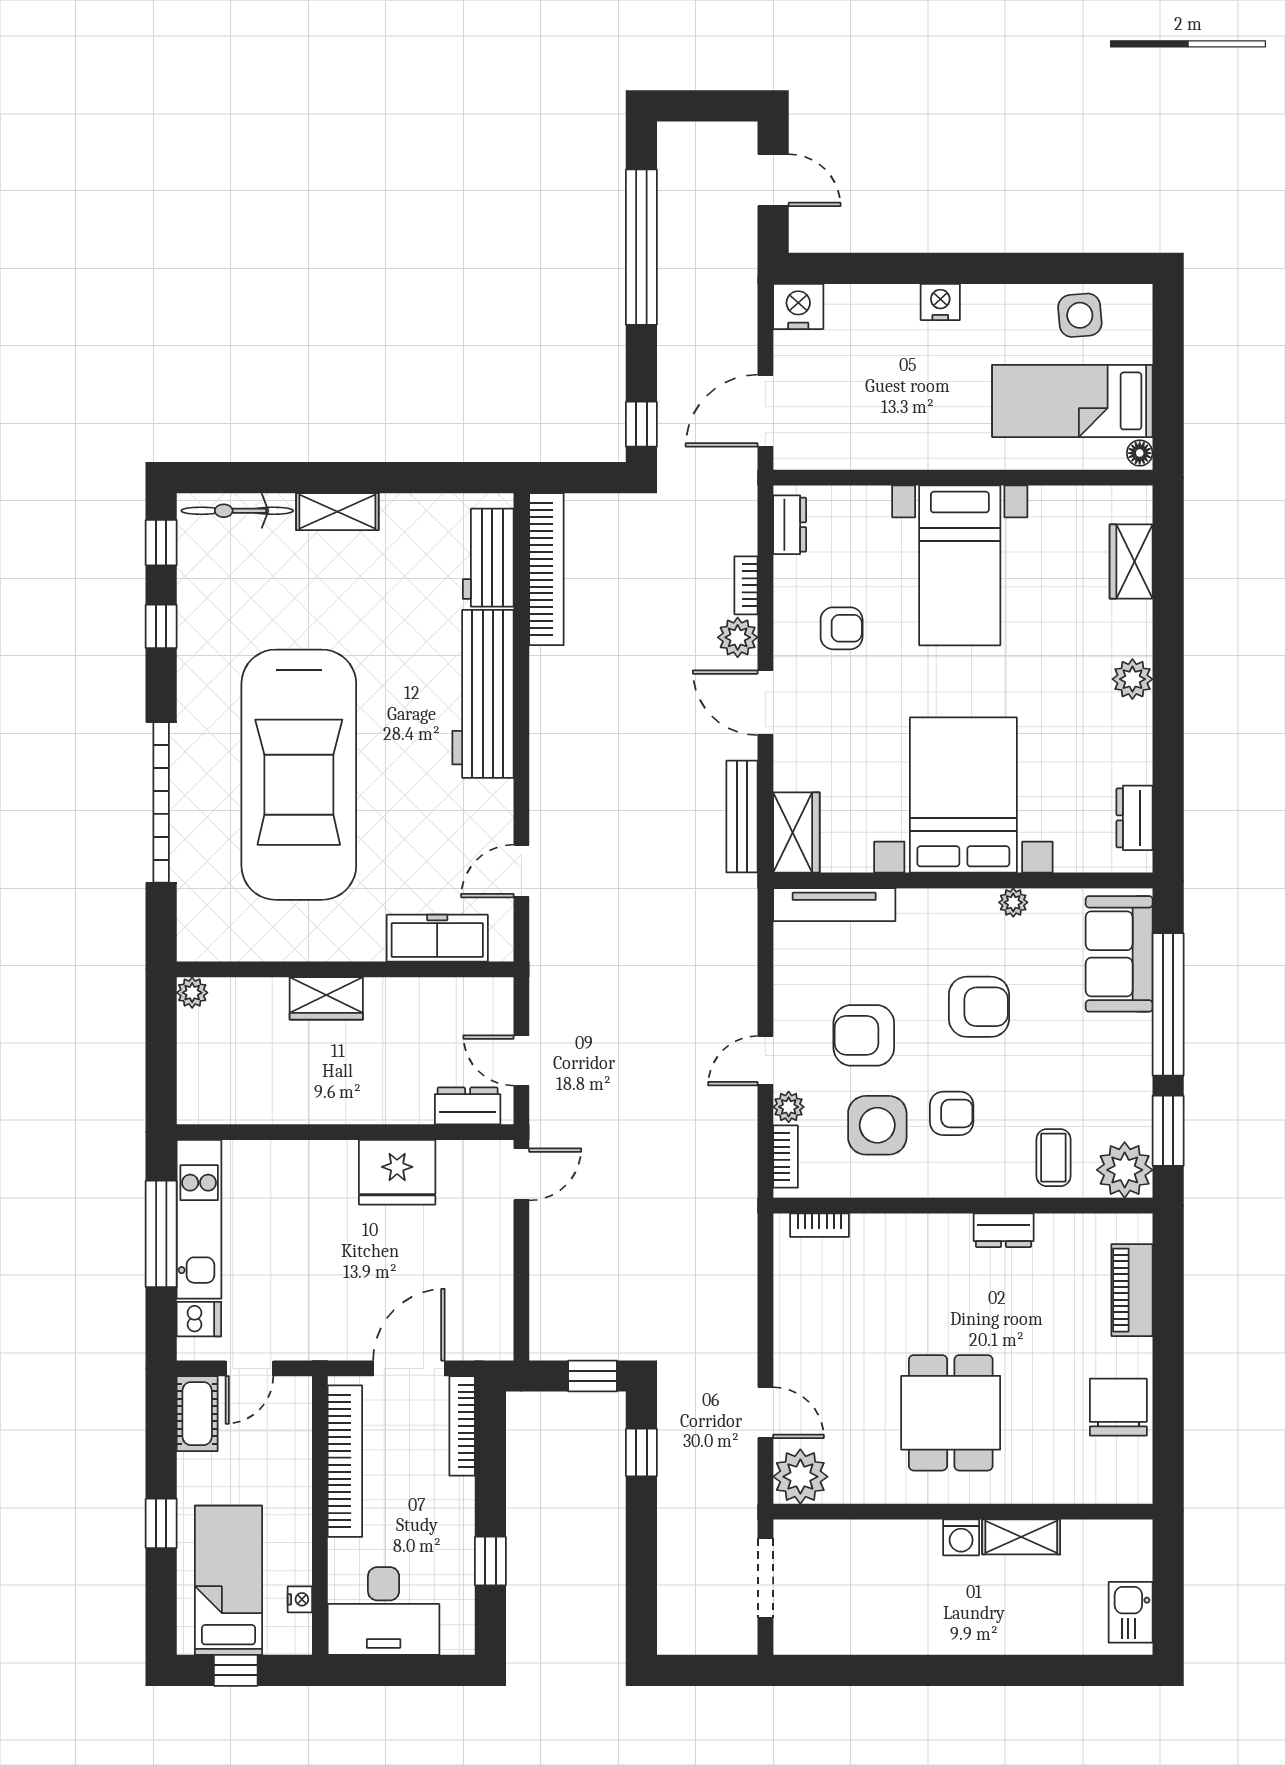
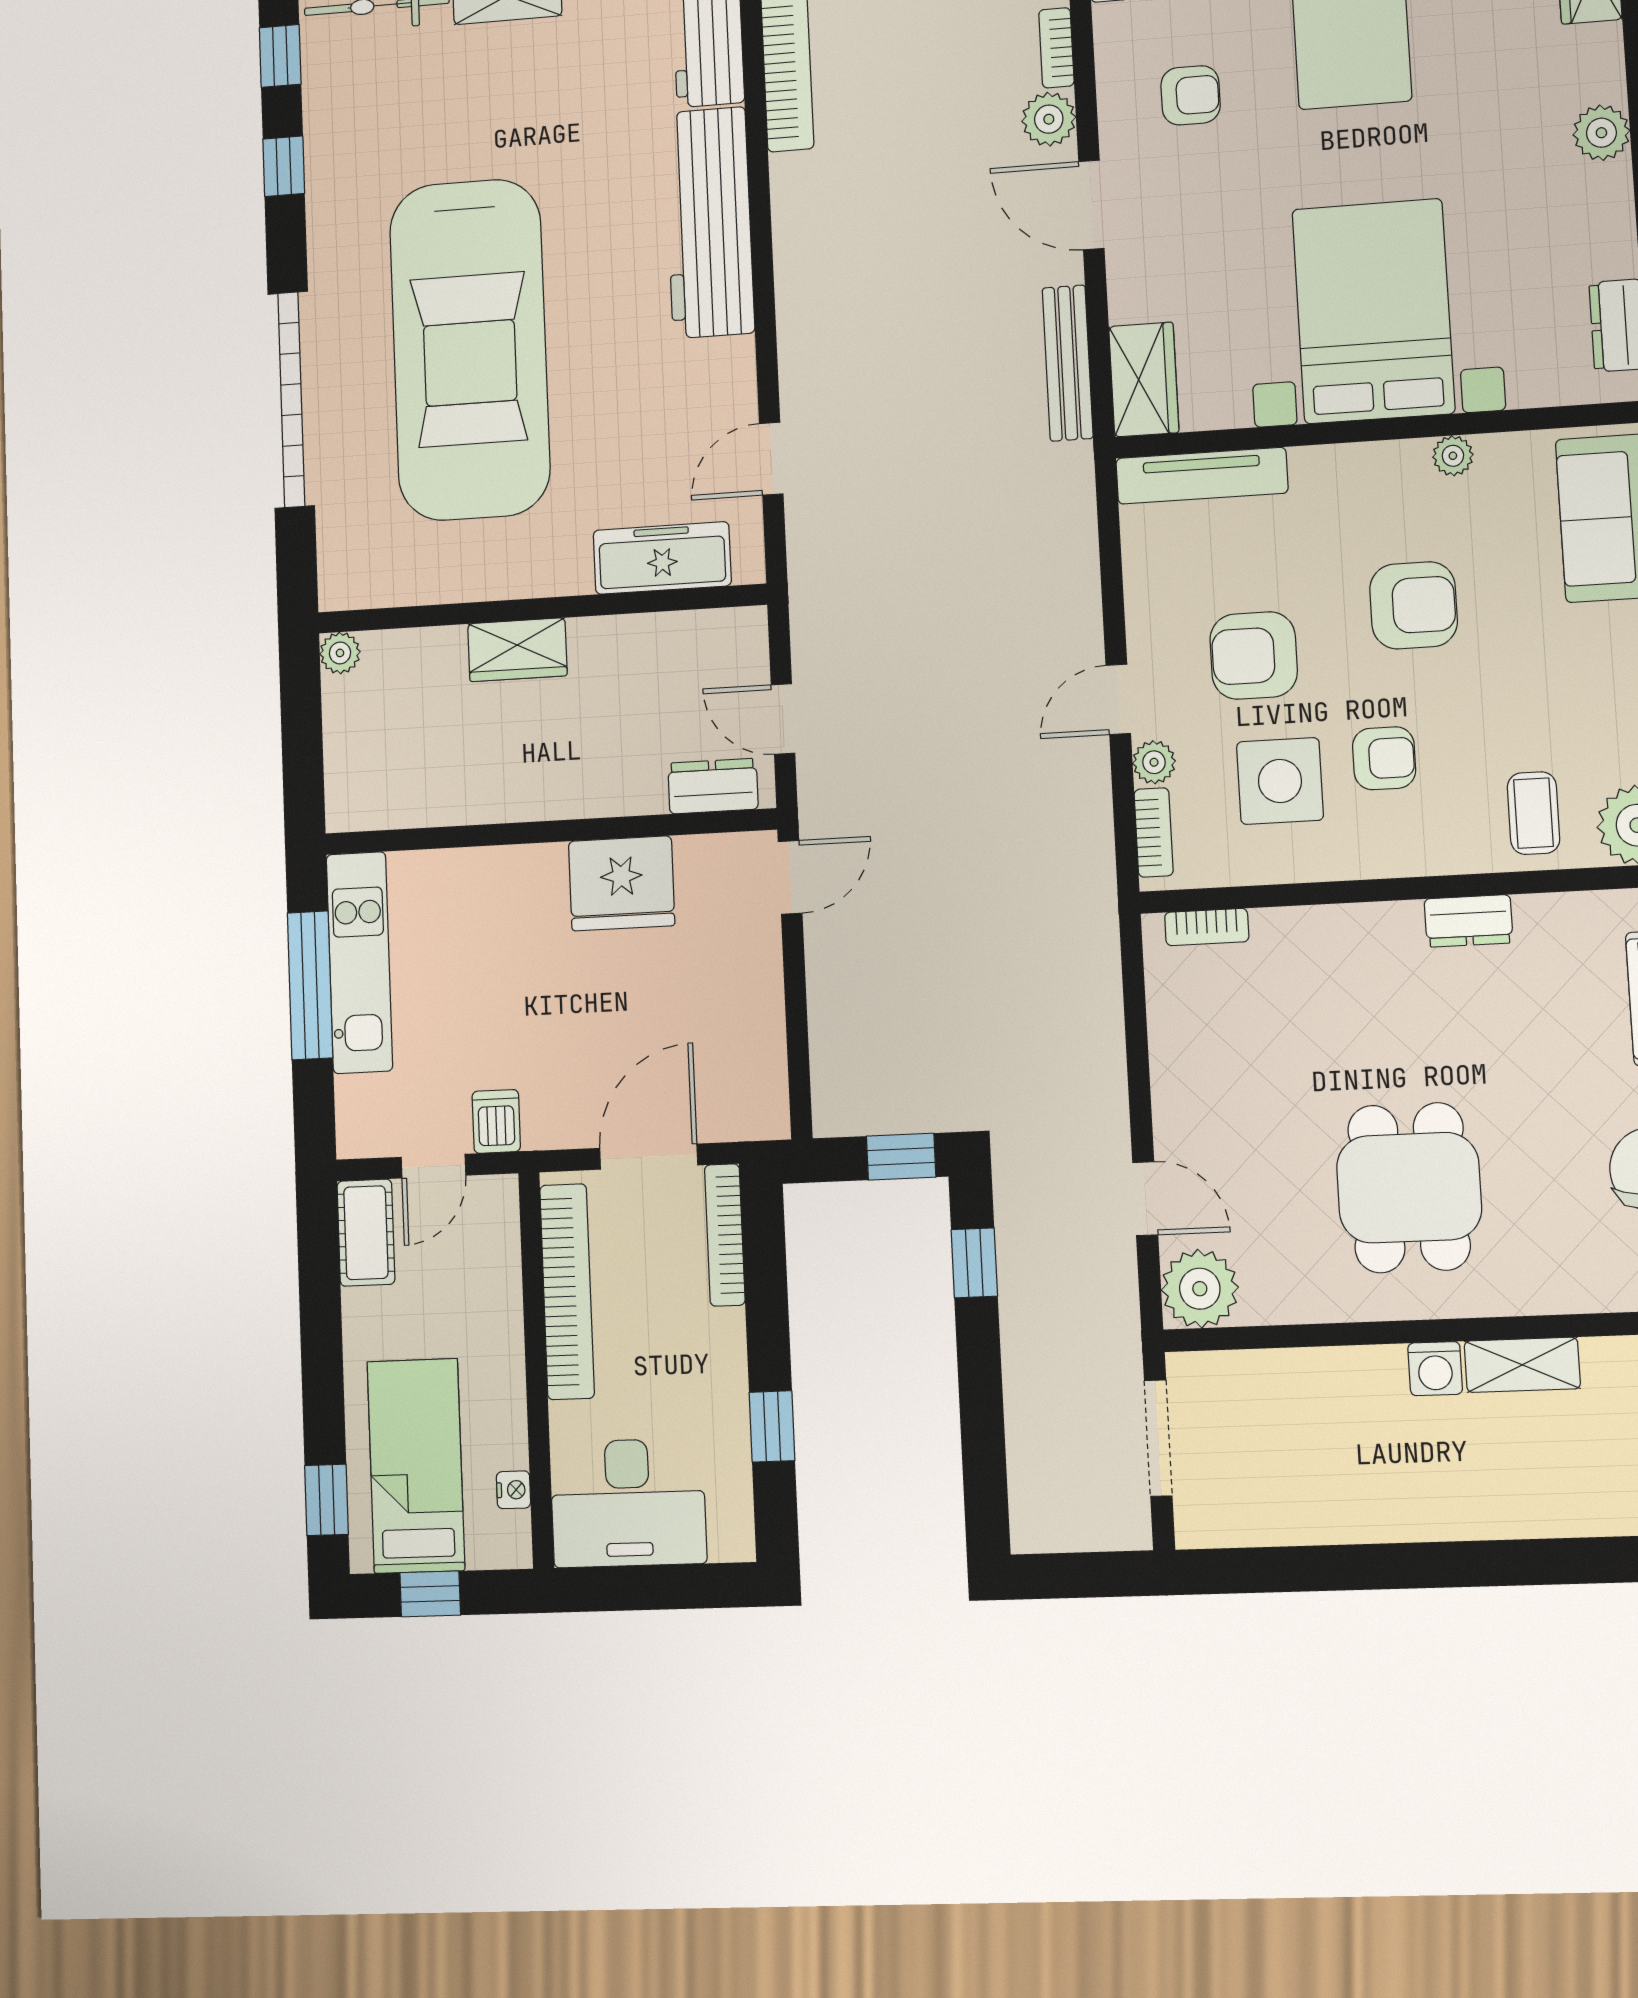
dishwasher: (199, 1319) -> (496, 1121), moved, turned -90
window: (161, 1523) -> (327, 1500), moved

